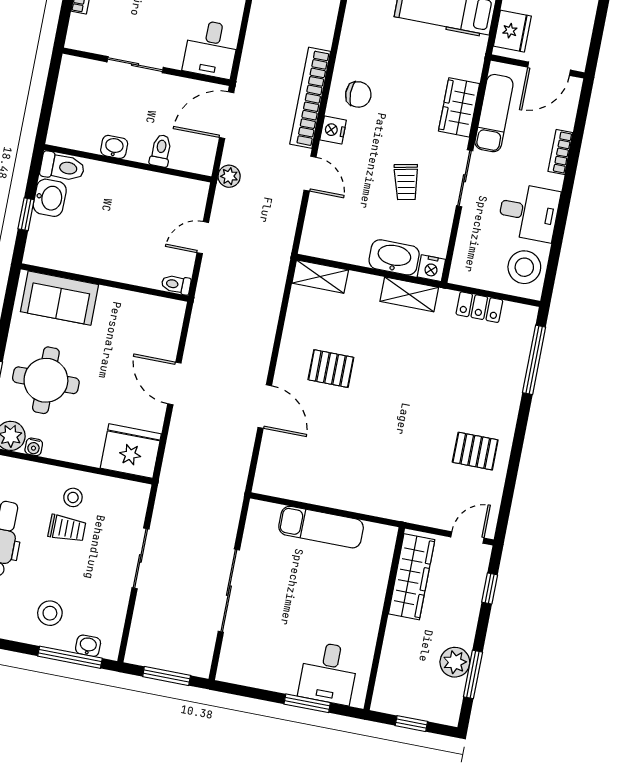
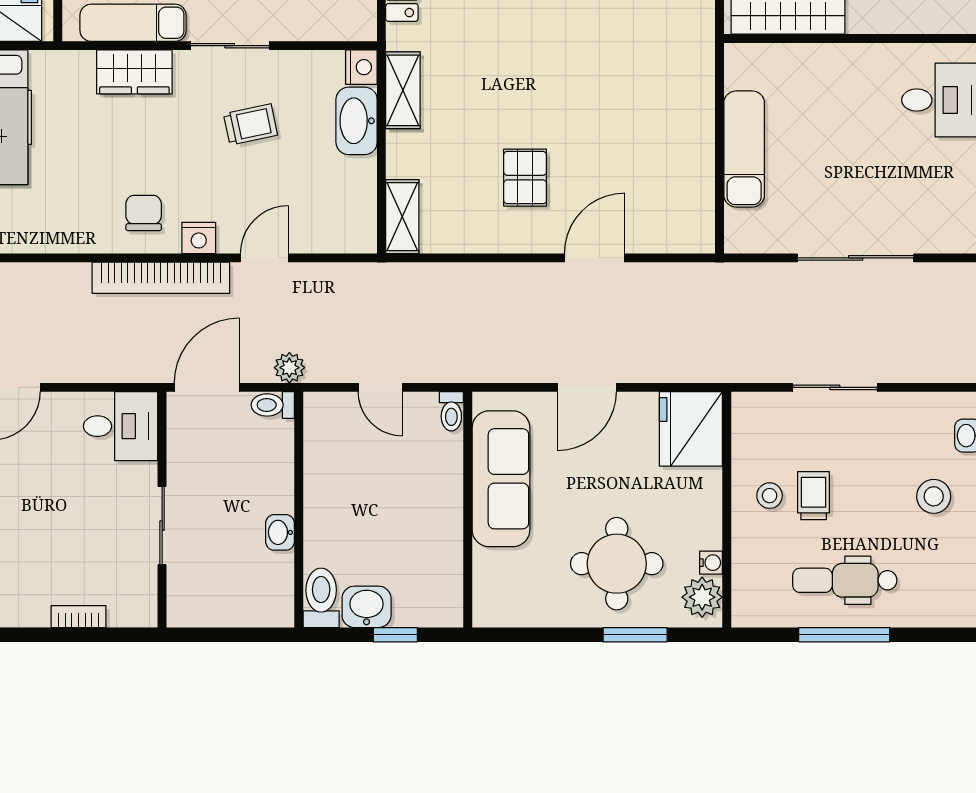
door: (227, 115) -> (207, 387), swing flipped
toilet: (161, 151) -> (273, 405), moved
sofa: (60, 298) -> (501, 479), moved, width x1.36

